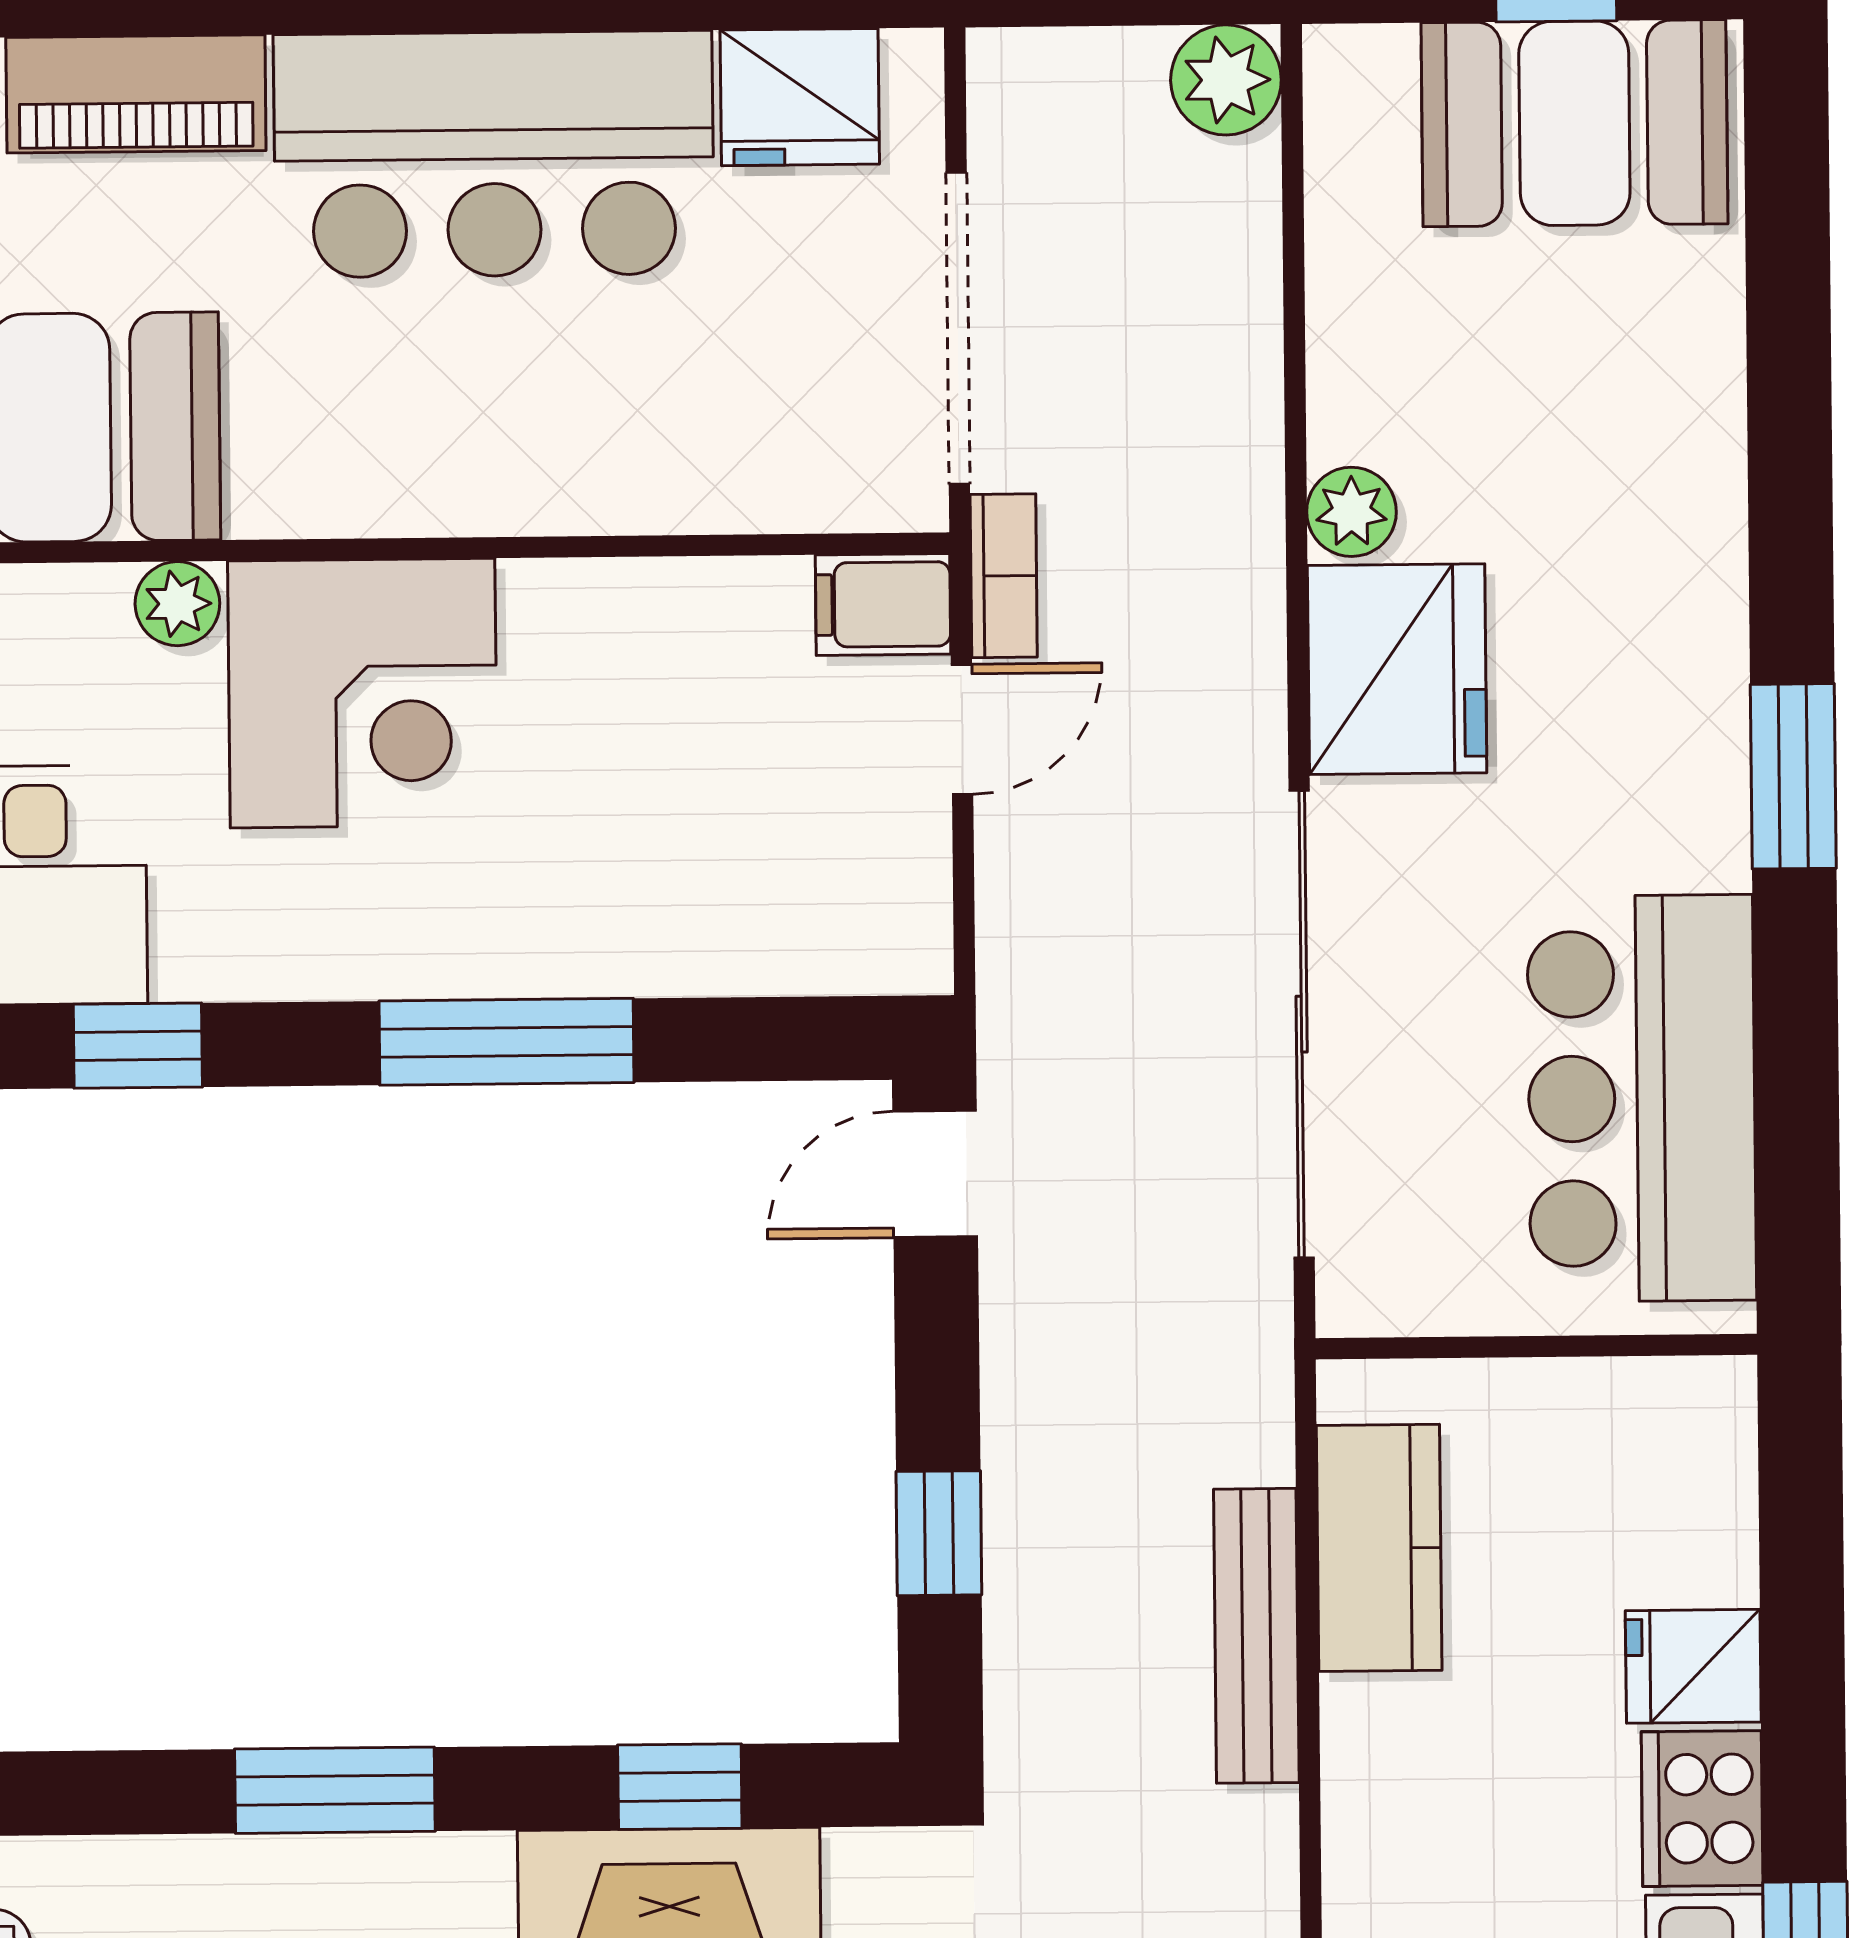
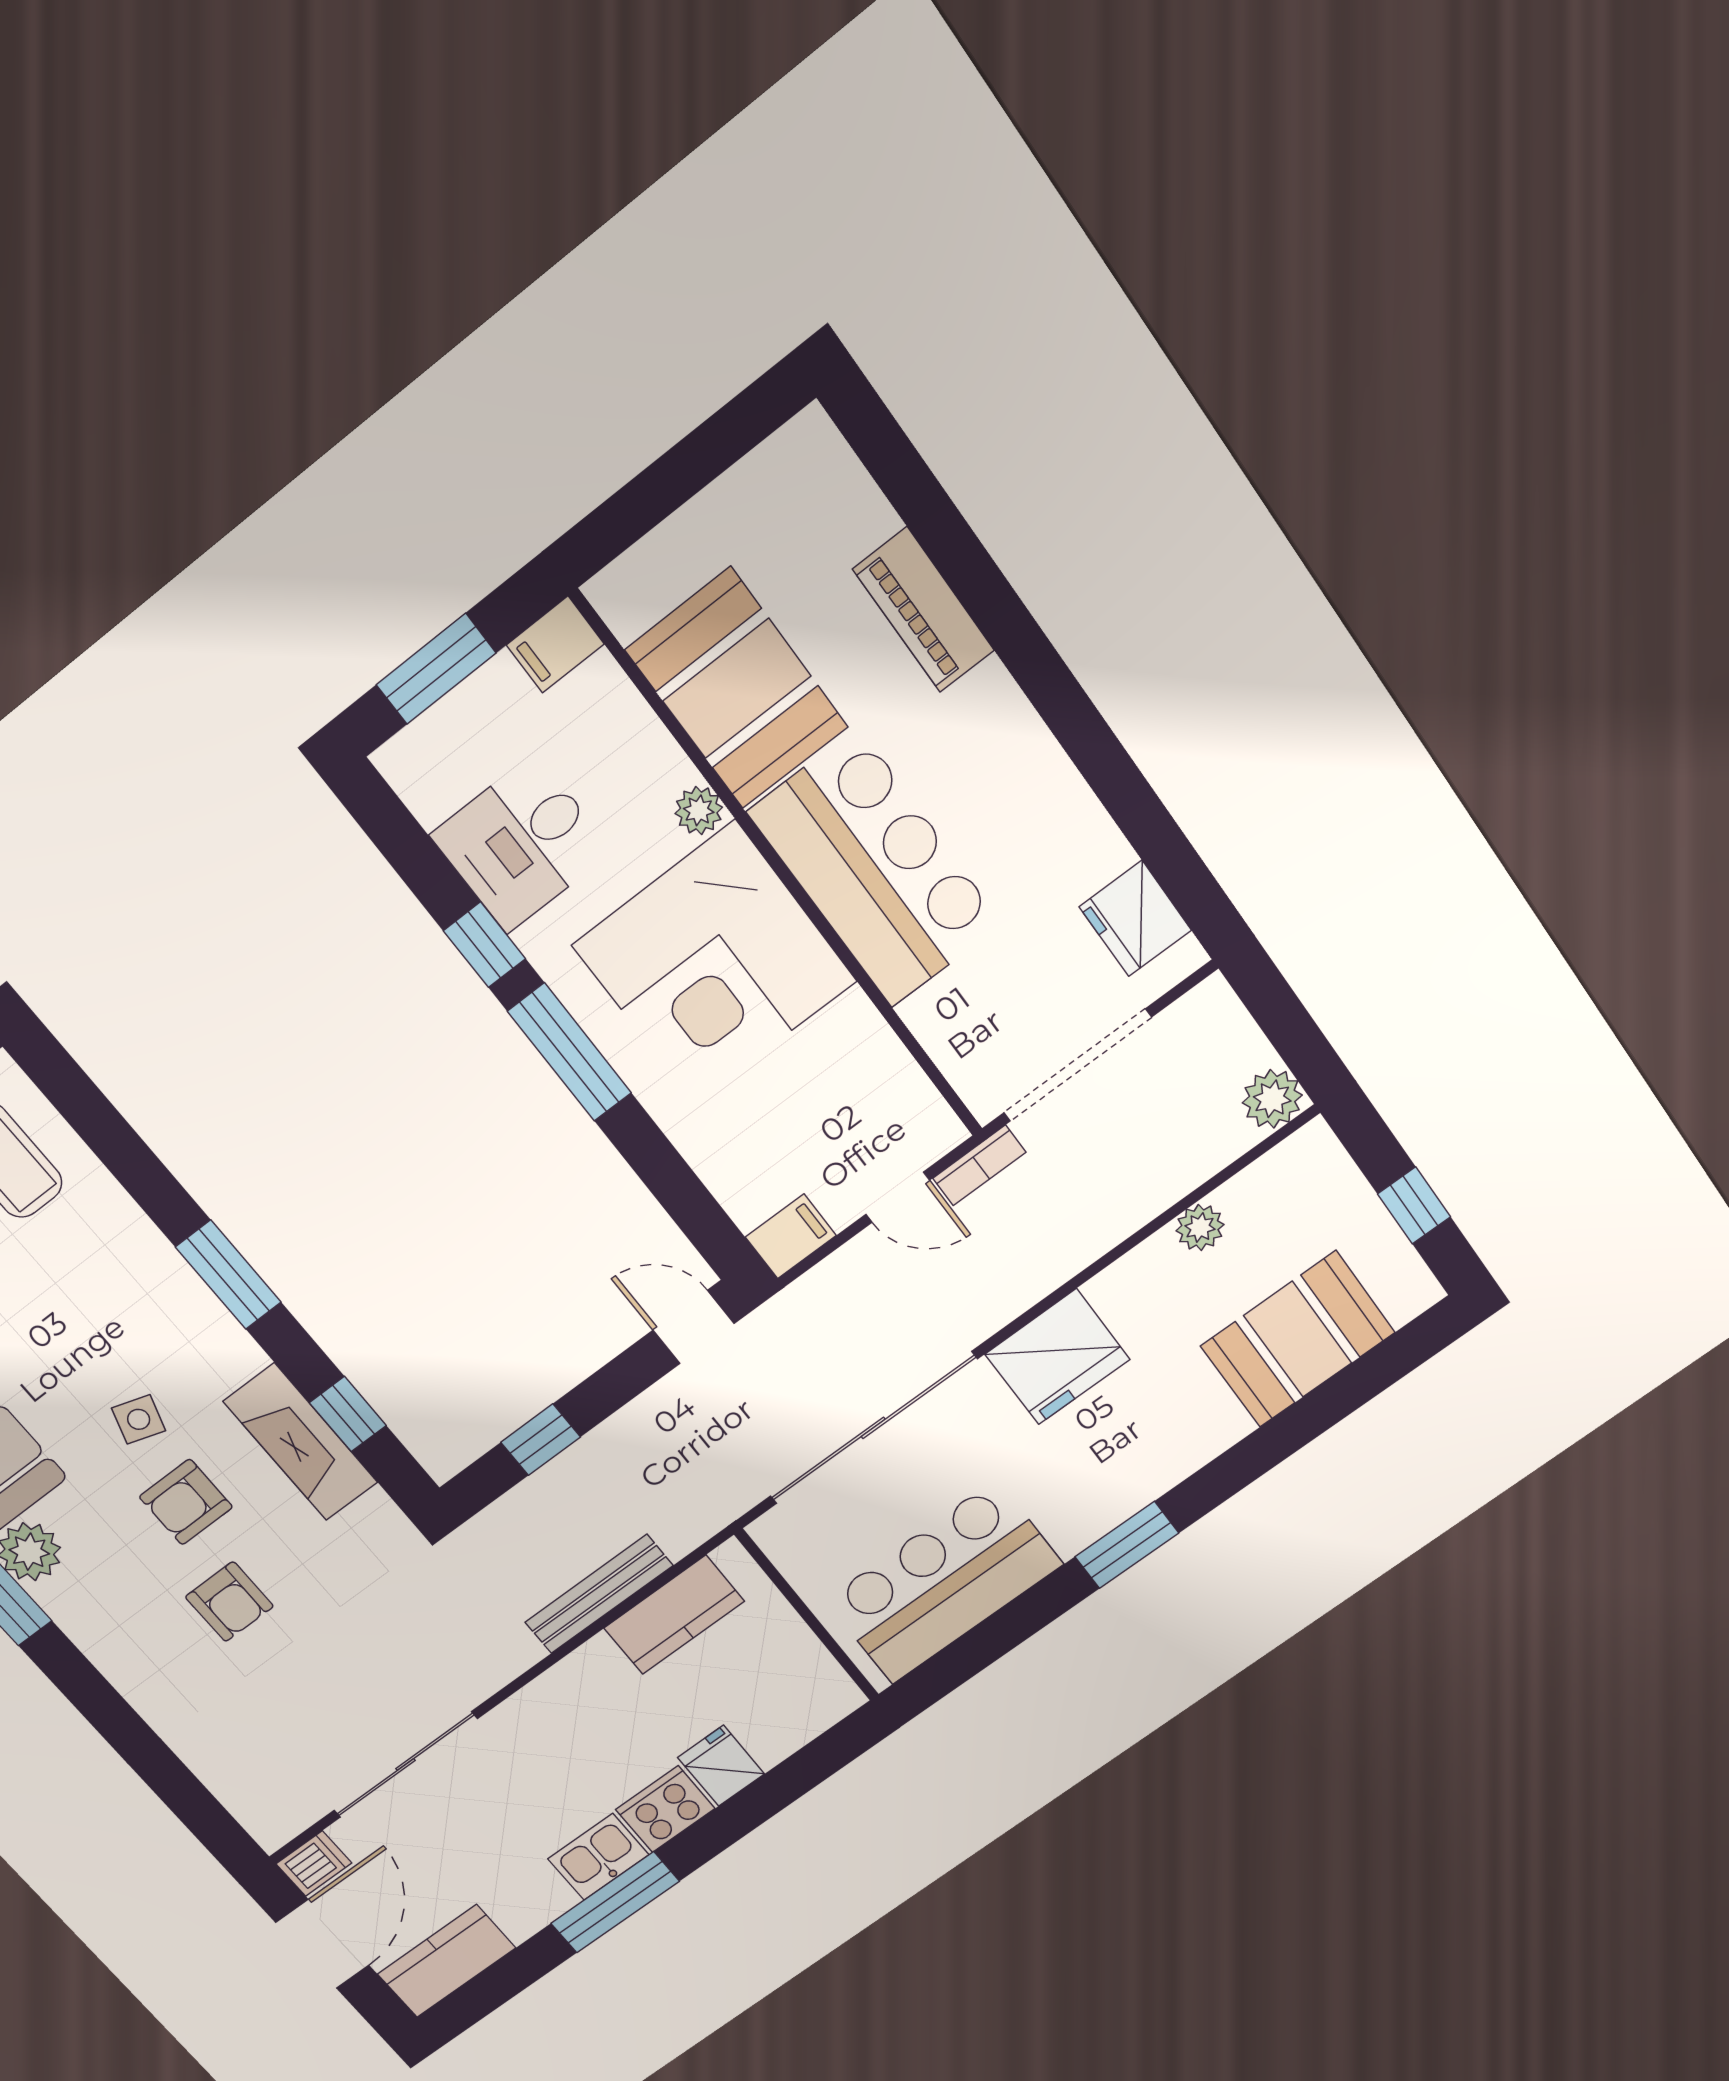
booth: (1574, 123) -> (1298, 1339), moved, turned 90
bar counter: (494, 154) -> (875, 869), moved, turned 180
plant: (1352, 512) -> (1200, 1228), moved
filing cabinet: (883, 604) -> (791, 1236), moved, turned 90
corner desk: (363, 693) -> (715, 963), width x1.36, depth x1.36
window: (507, 1042) -> (570, 1052), moved

